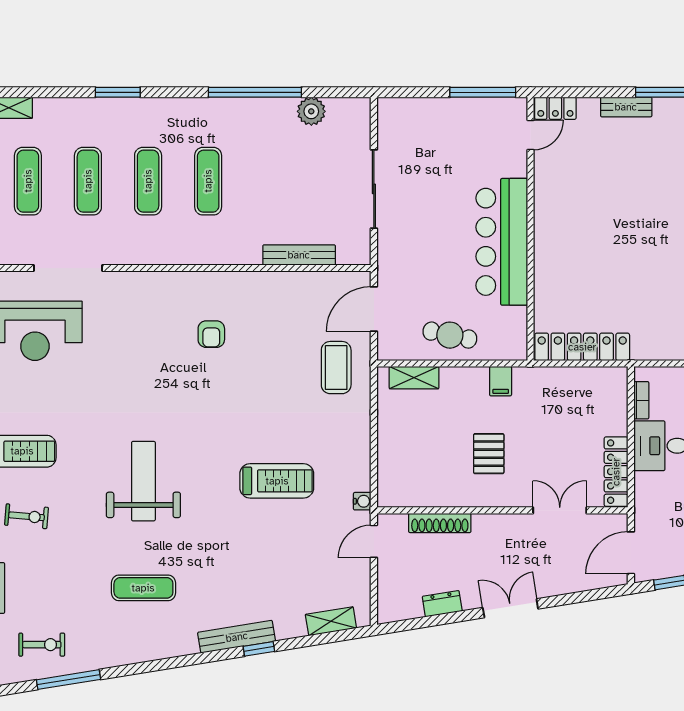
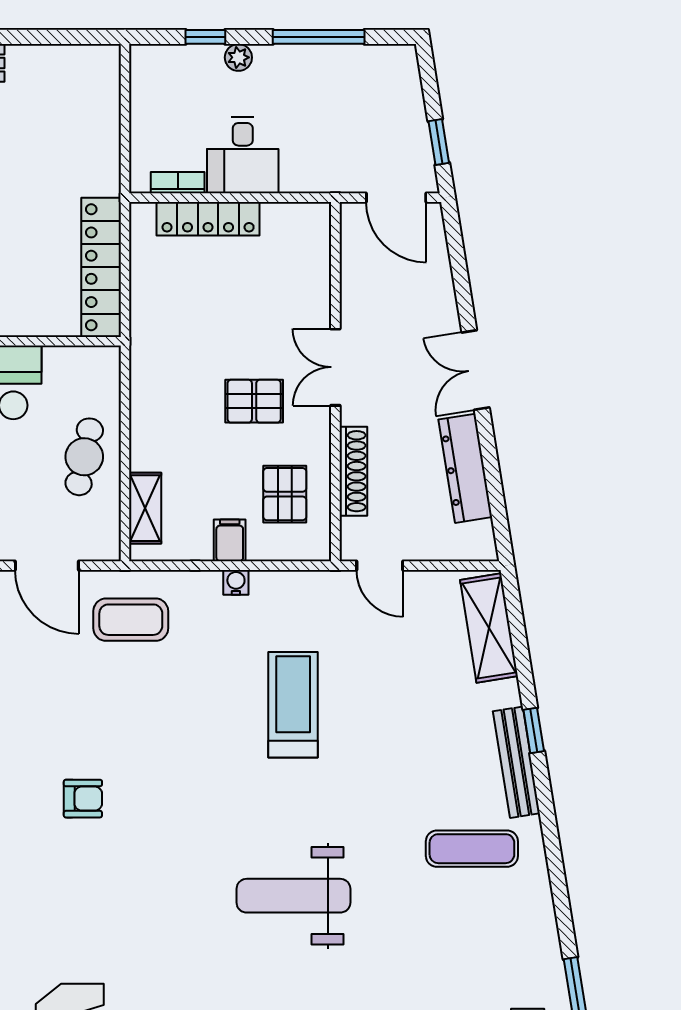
filing cabinet: (501, 381) -> (230, 540), moved, turned -90
locker: (616, 472) -> (208, 219), moved
pallet: (424, 475) -> (285, 494), added
water cooler: (362, 501) -> (236, 582), moved
double door: (560, 510) -> (335, 367), moved
exercise mat: (143, 588) -> (472, 849), moved, turned 90
dresser: (442, 604) -> (465, 468), width x1.96, depth x1.24
shelving: (331, 621) -> (489, 628), width x1.50, depth x1.33

